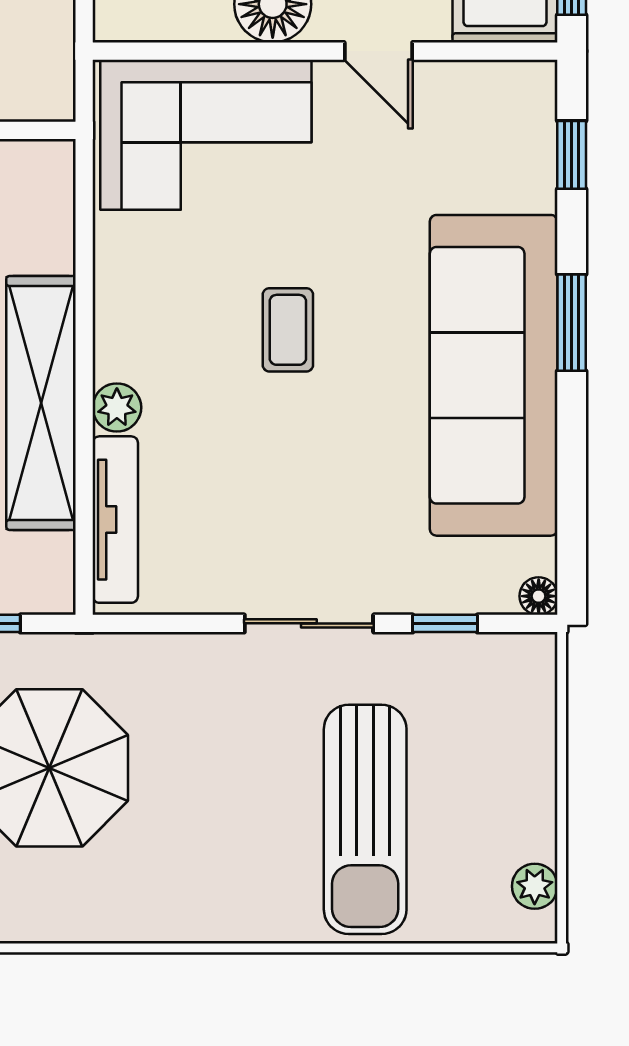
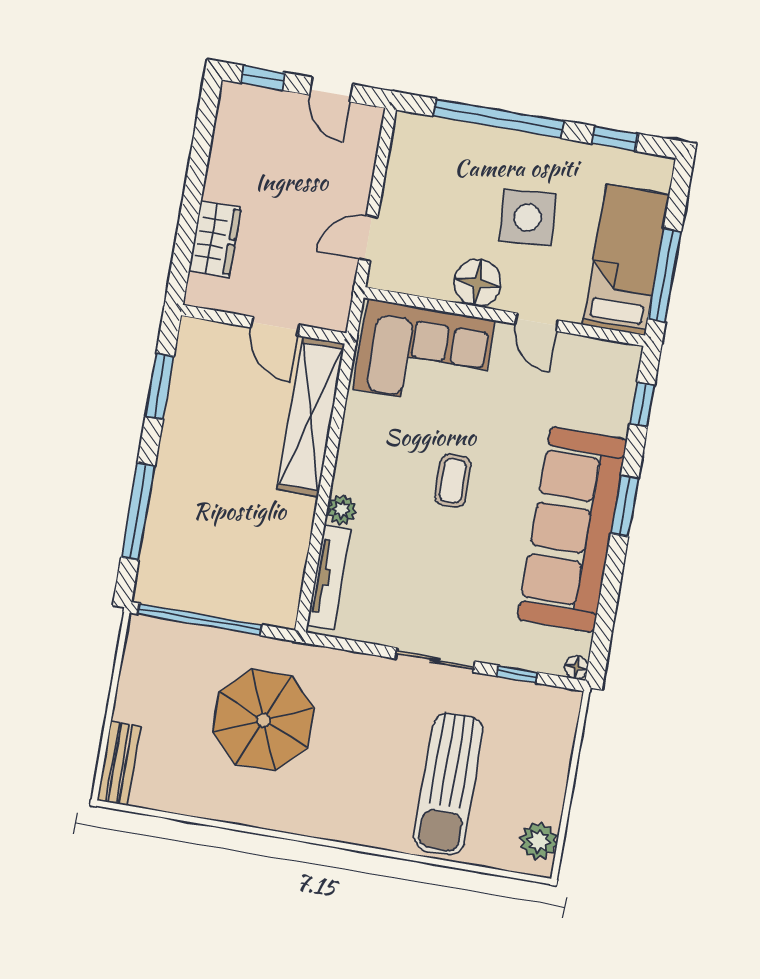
shelving: (41, 403) -> (311, 417), moved
plant: (535, 886) -> (539, 841), width x1.38, depth x1.38

